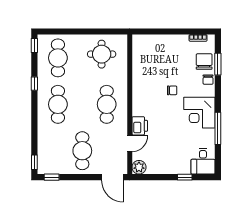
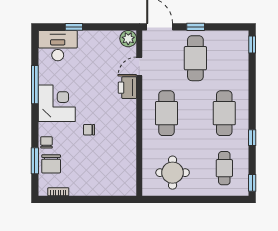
cafe table: (58, 58) -> (224, 168), width x0.73, depth x0.74
desk: (203, 161) -> (58, 46), width x1.37
window: (52, 177) -> (196, 27), moved

